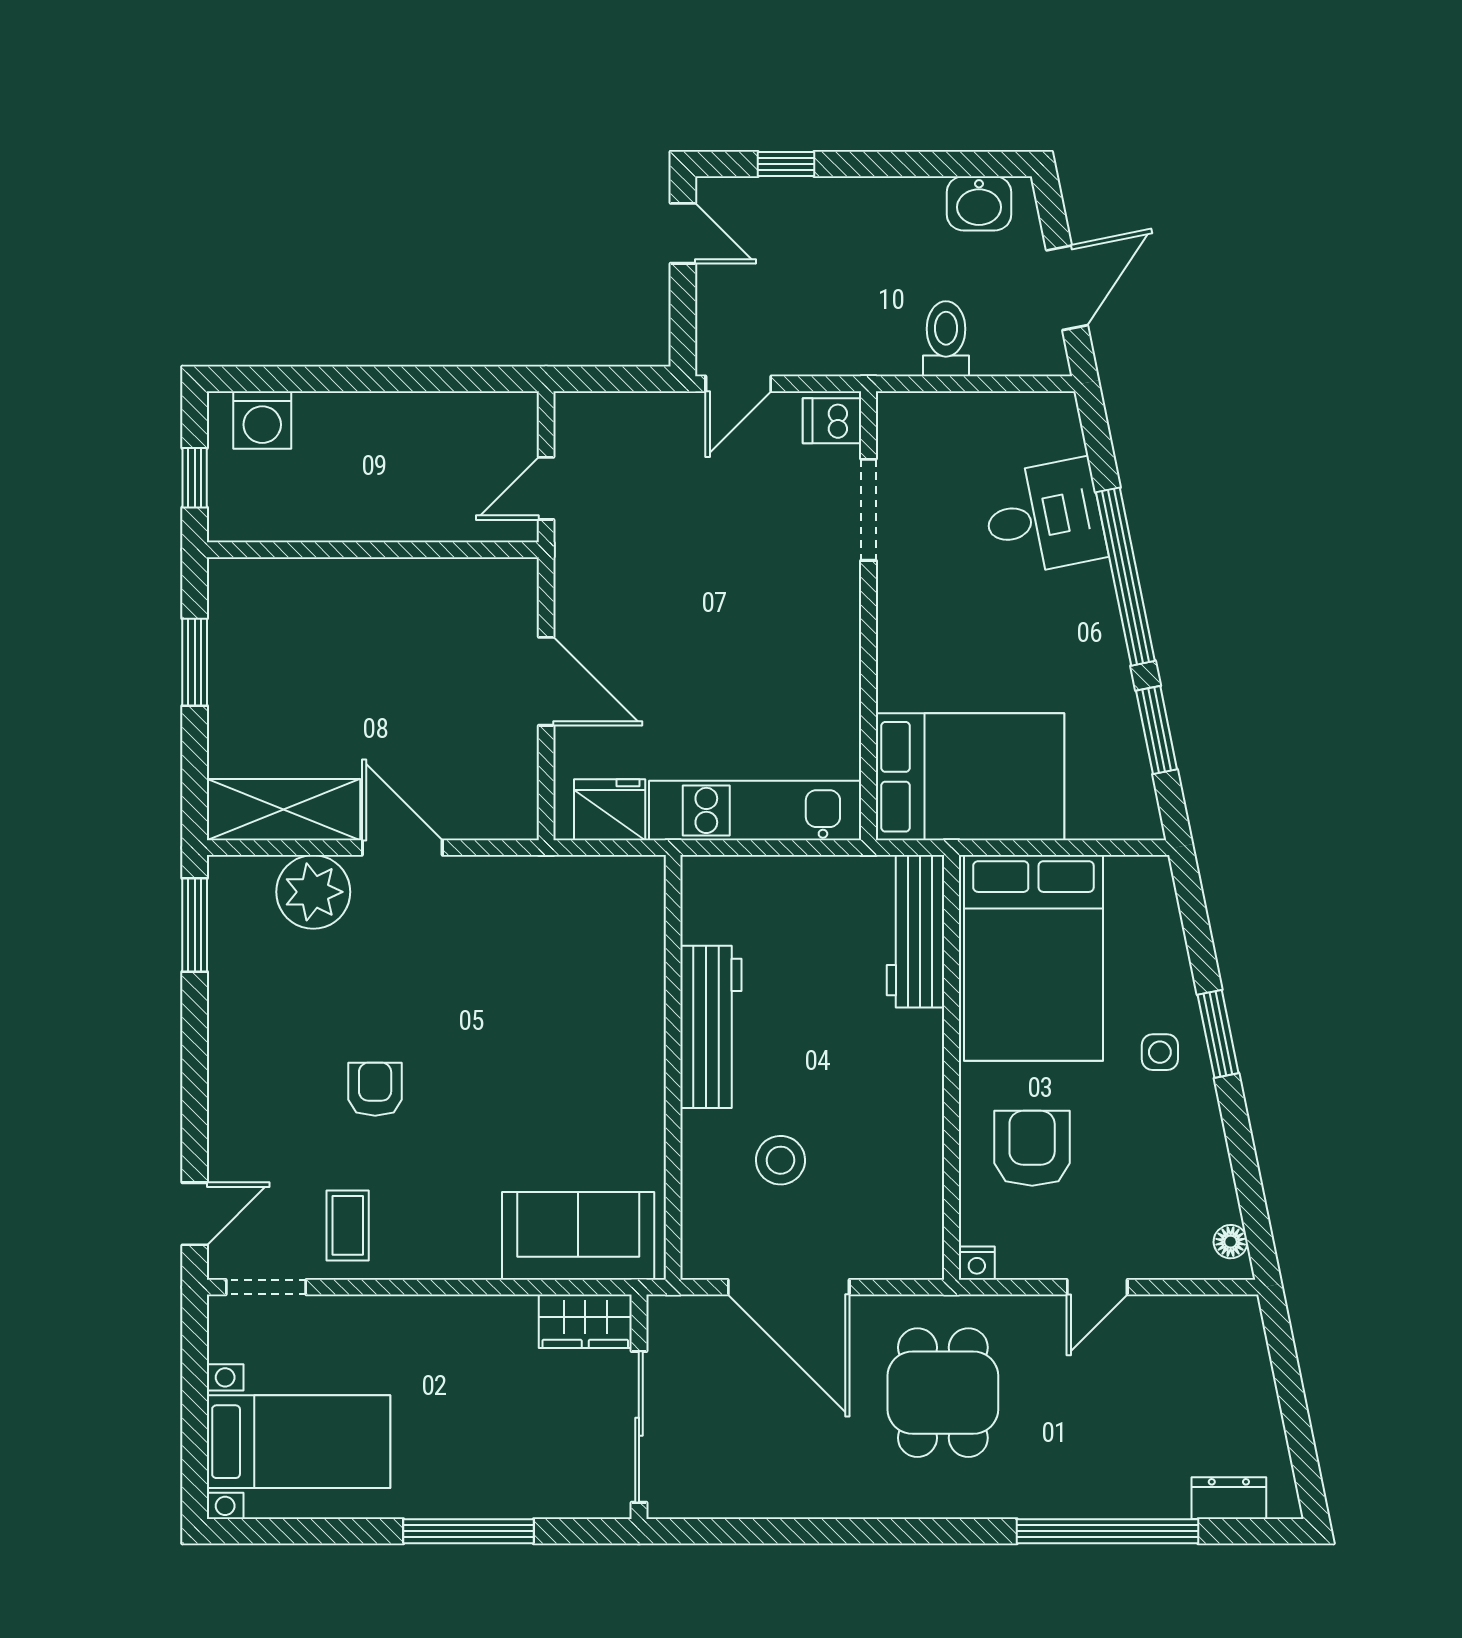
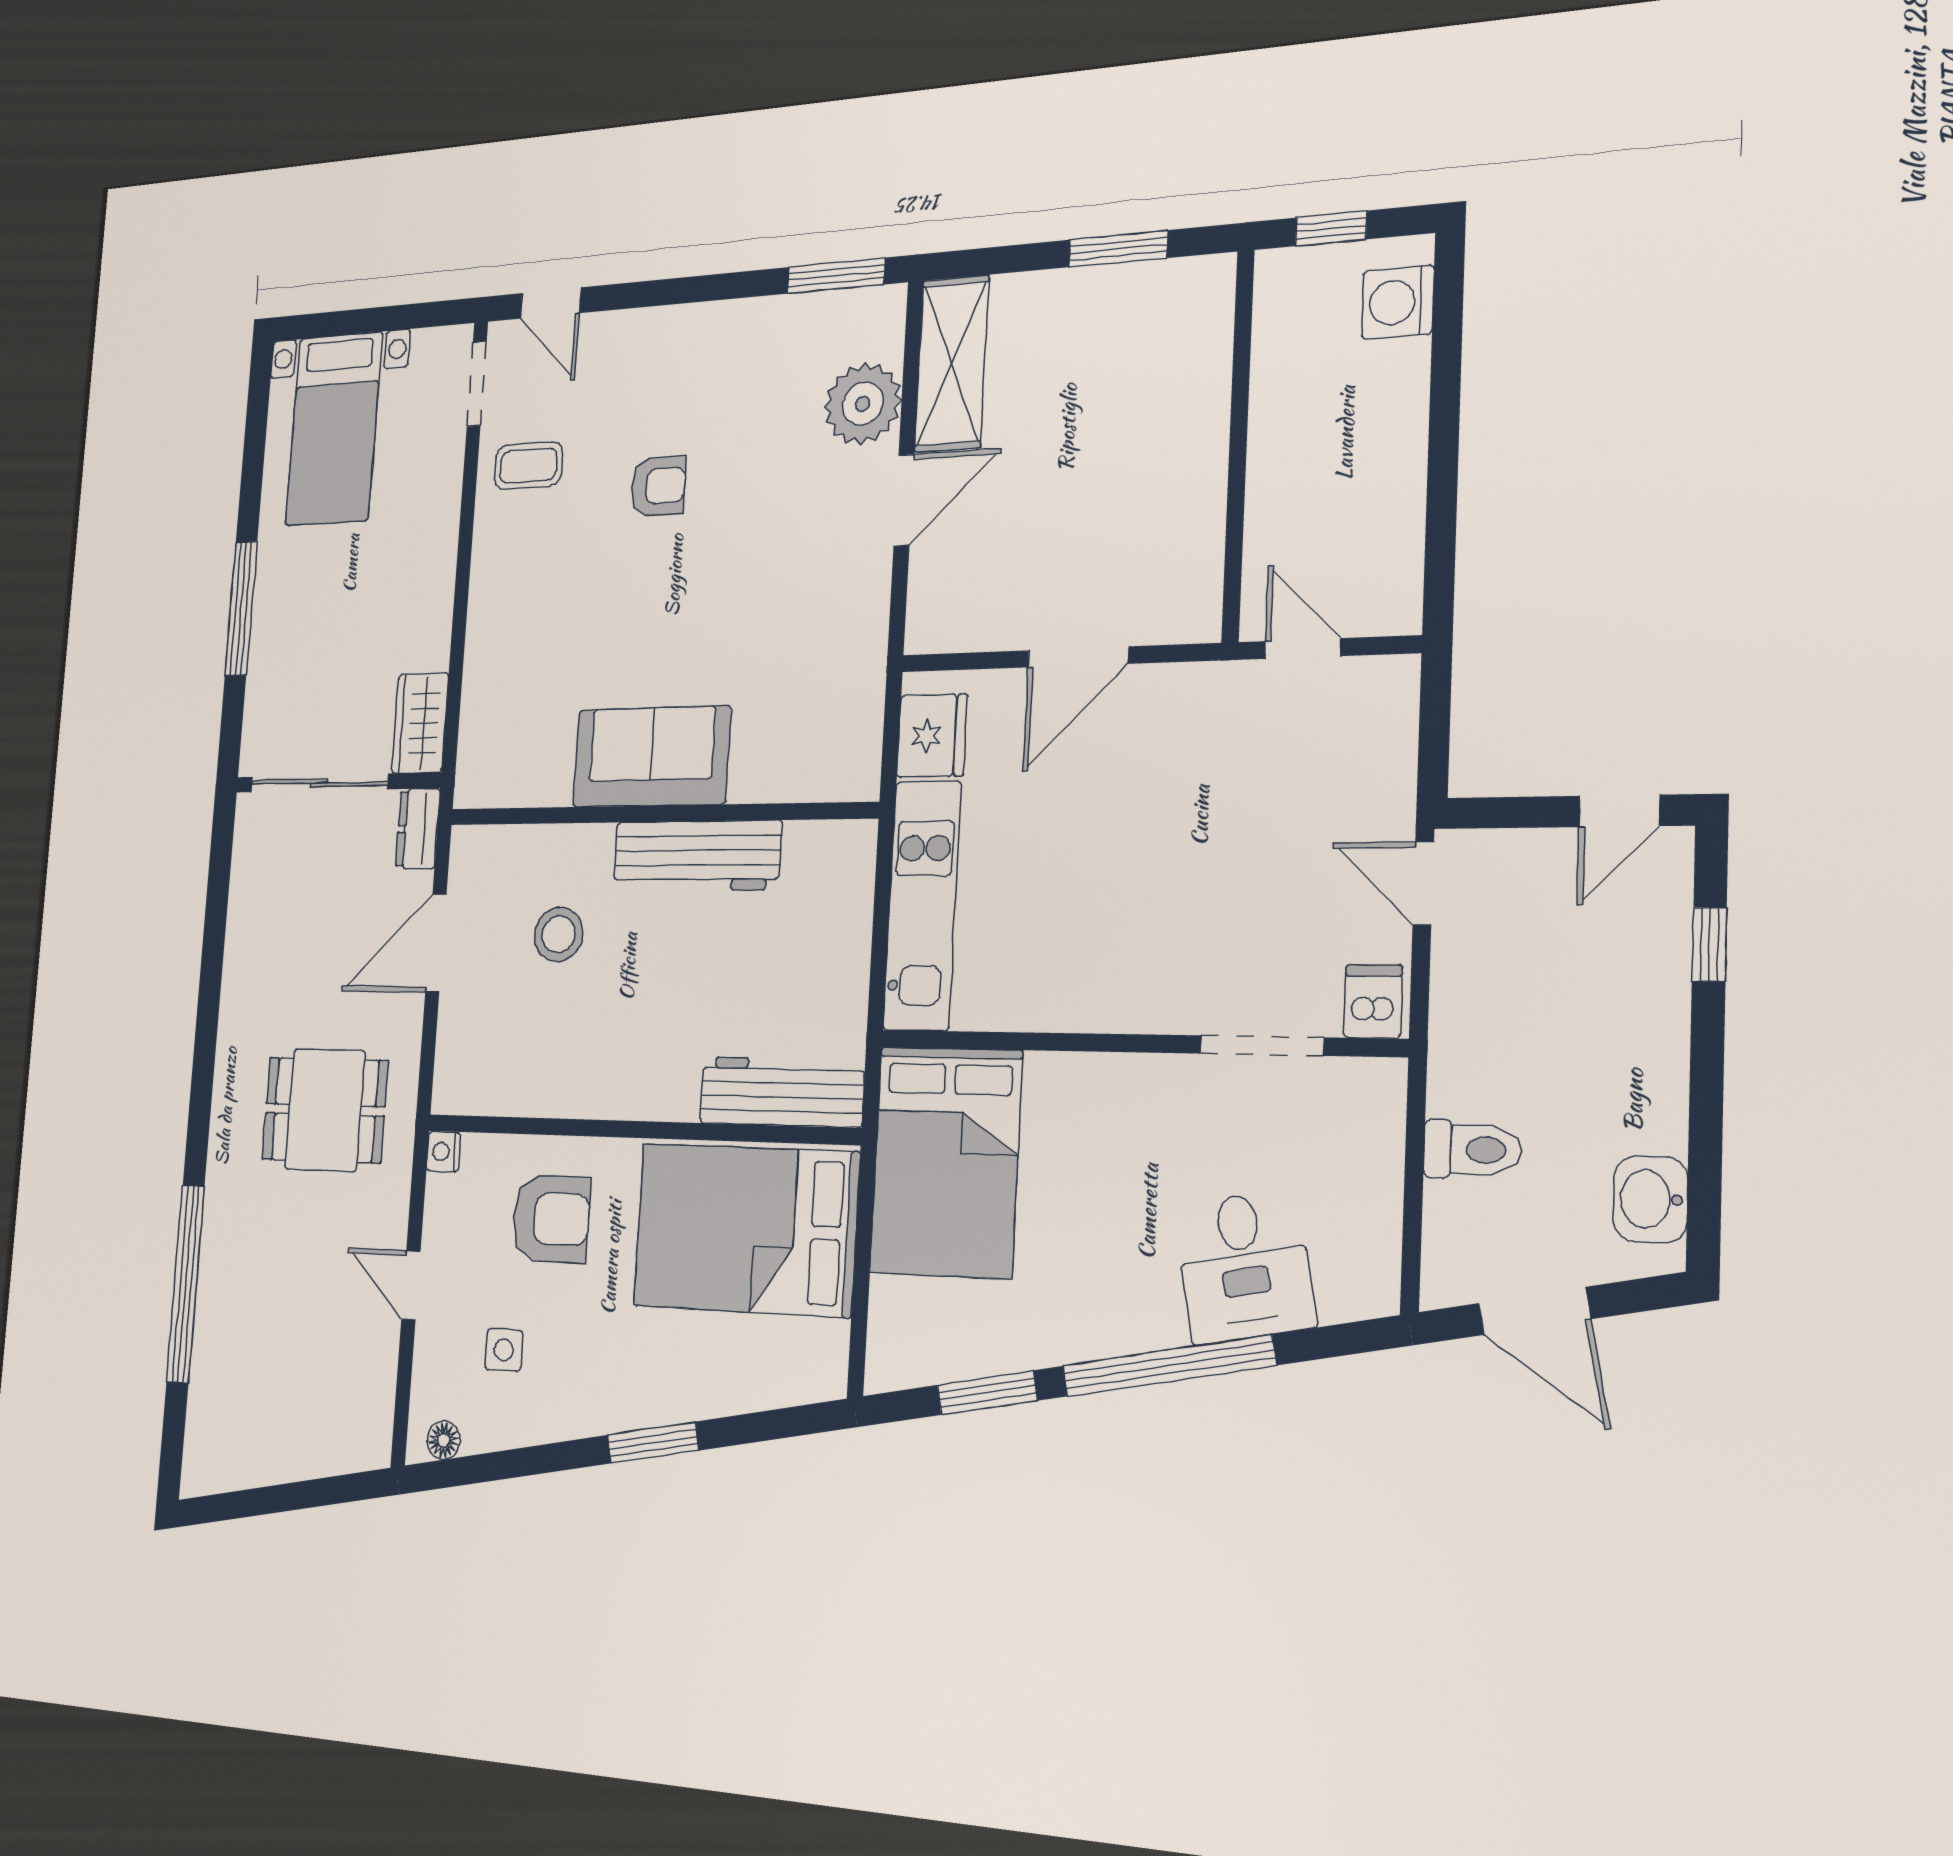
side table: (1160, 1052) -> (504, 1350), moved
sofa: (578, 1236) -> (651, 757), moved, turned -90
door: (789, 1287) -> (436, 943), width x0.73
dresser: (1229, 1498) -> (418, 829), moved, turned 180

